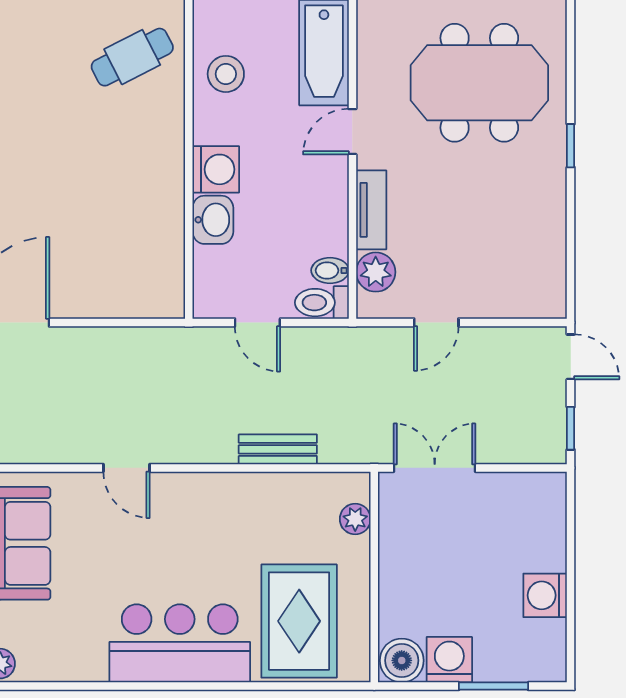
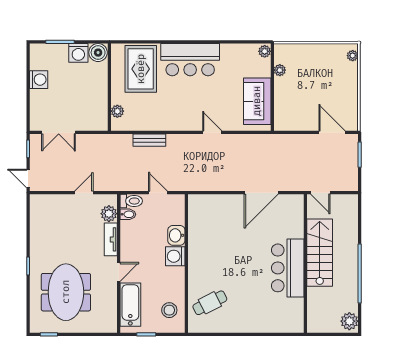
stool: (226, 74) -> (169, 310), moved
meeting table: (479, 83) -> (66, 292), turned 90
double door: (435, 468) -> (59, 132), moved

